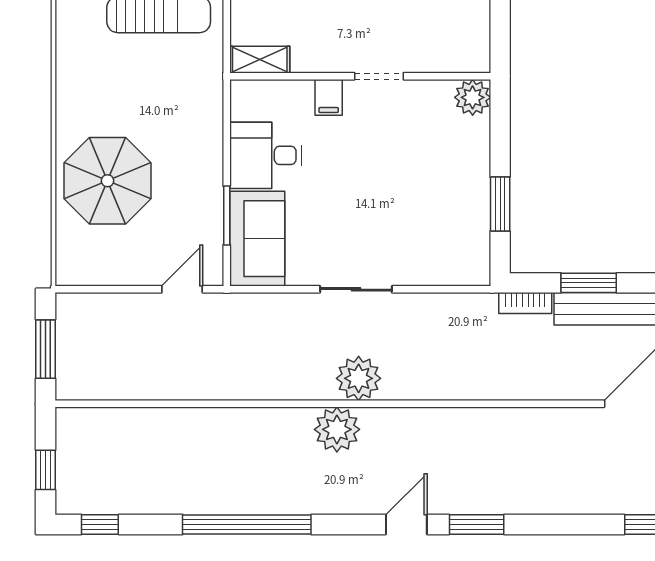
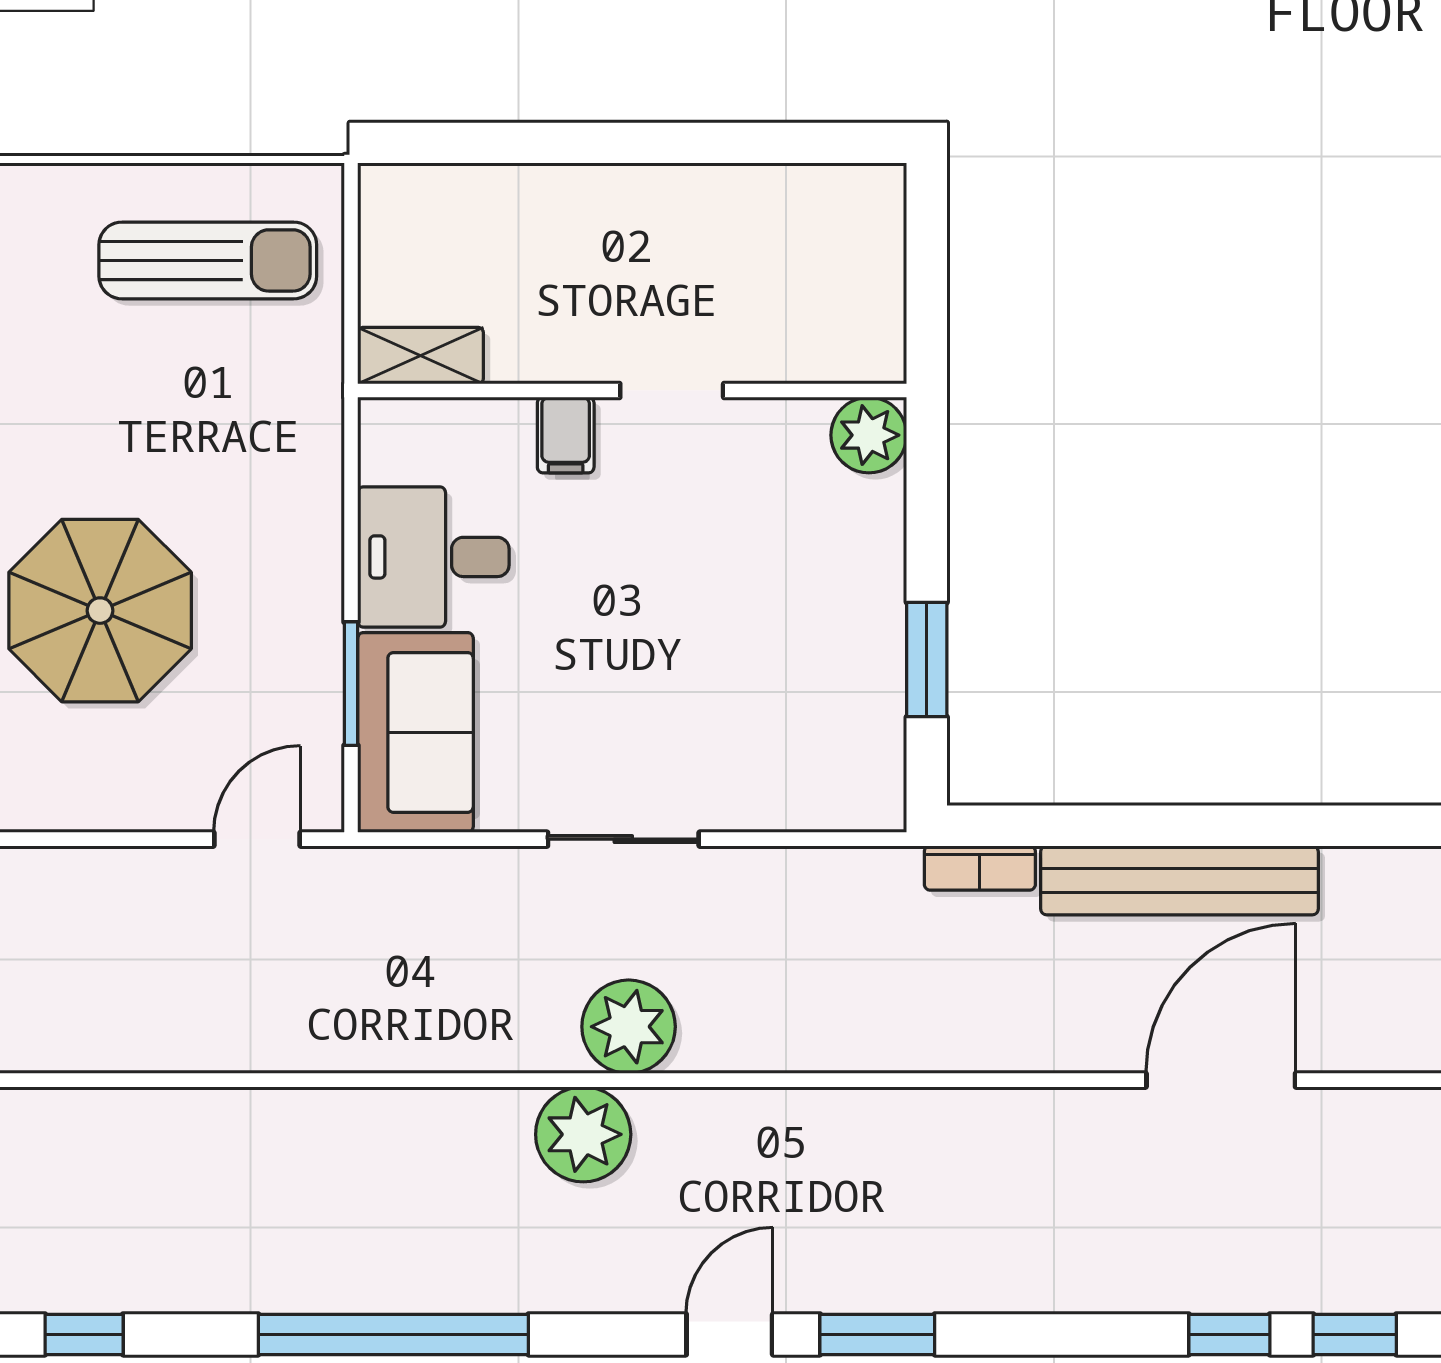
window: (589, 283) -> (1113, 826), removed

